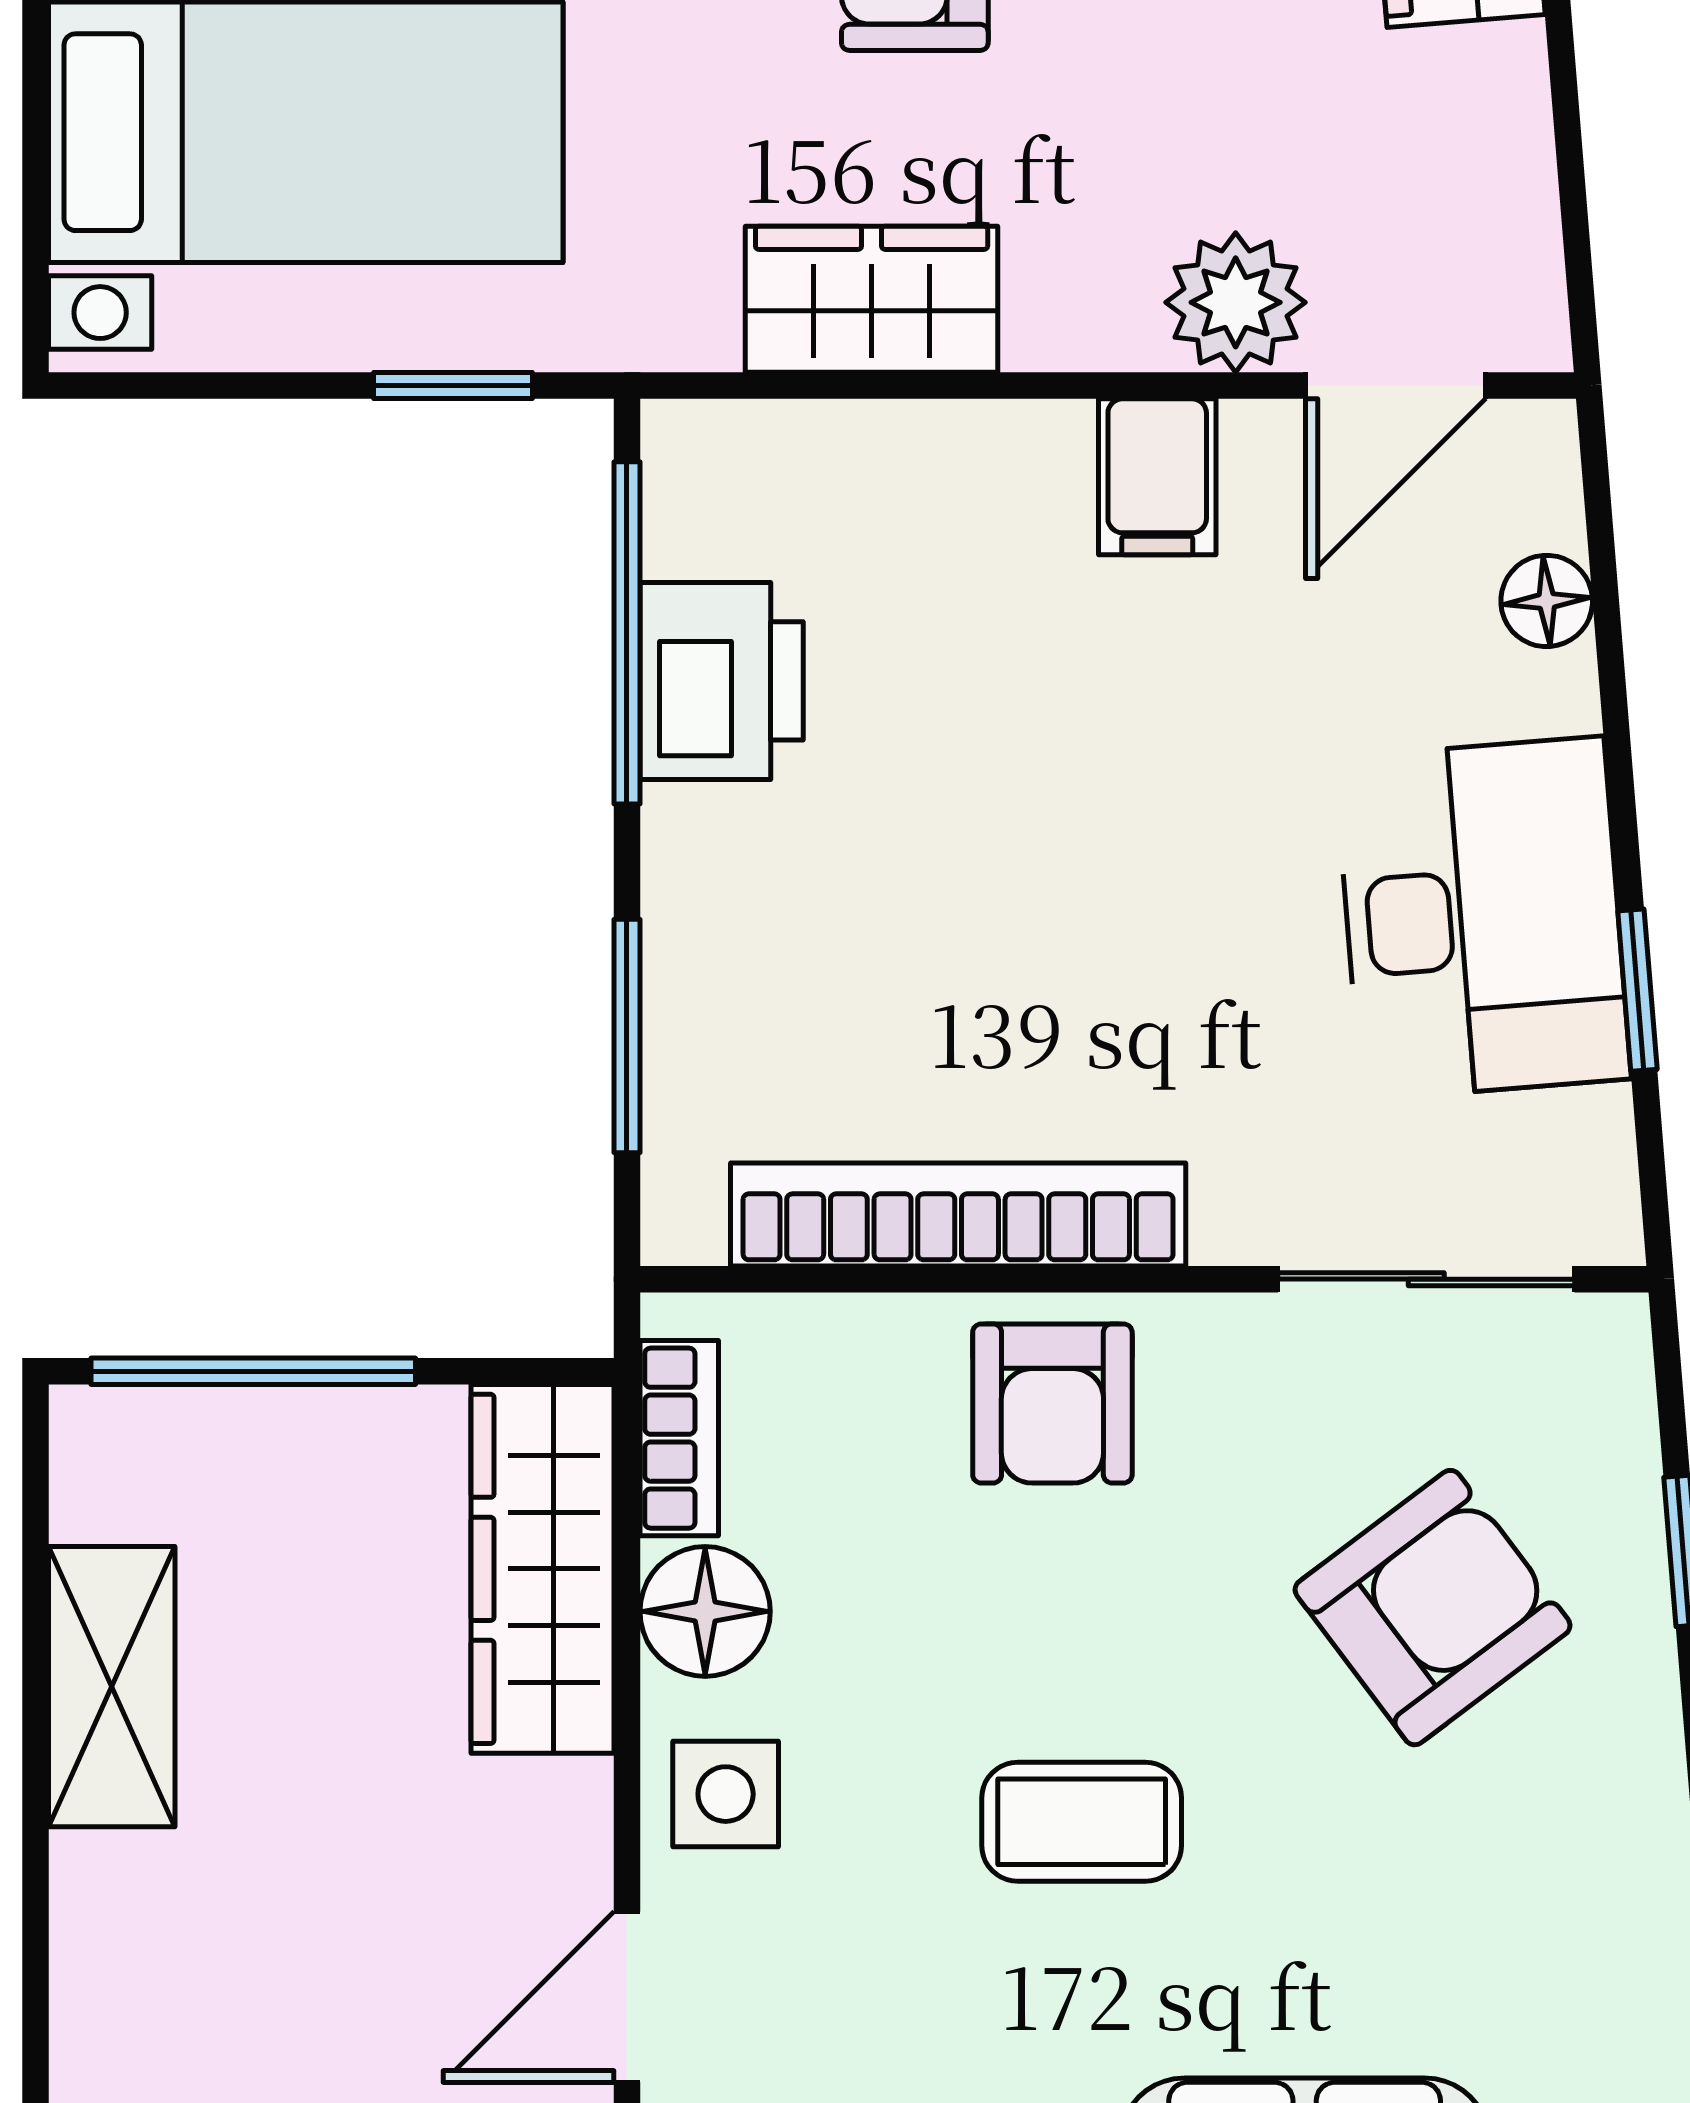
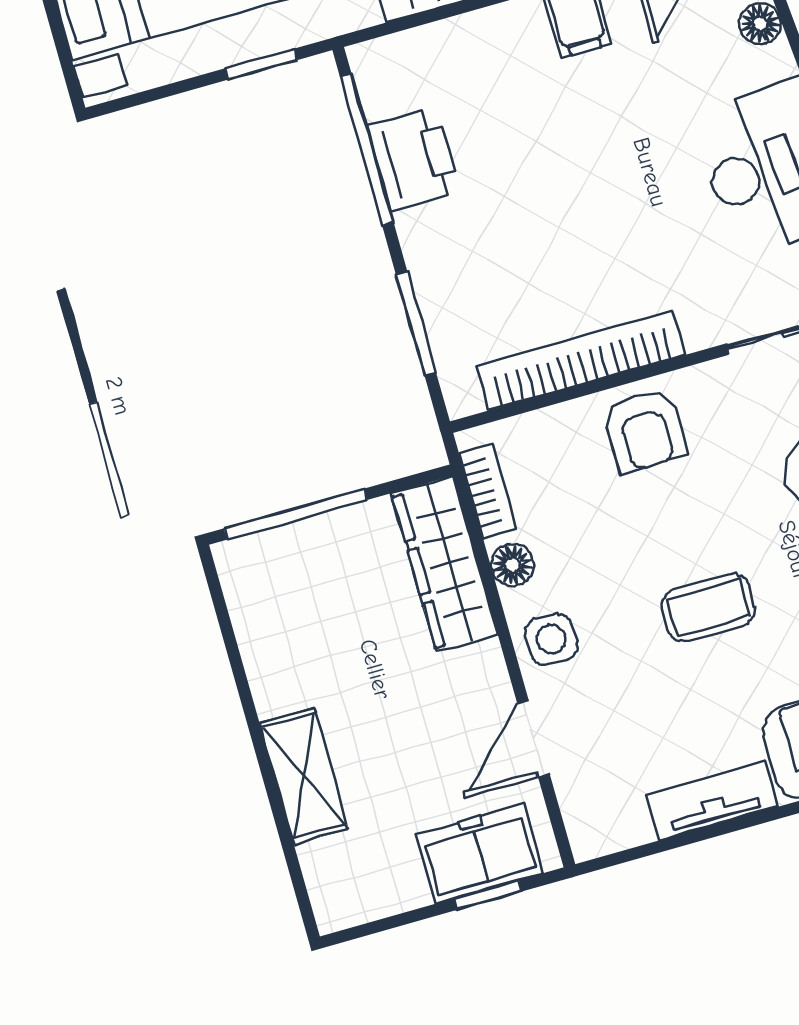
floor lamp: (705, 1611) -> (513, 565), width x0.73, depth x0.73
shelving: (112, 1687) -> (304, 776), moved

